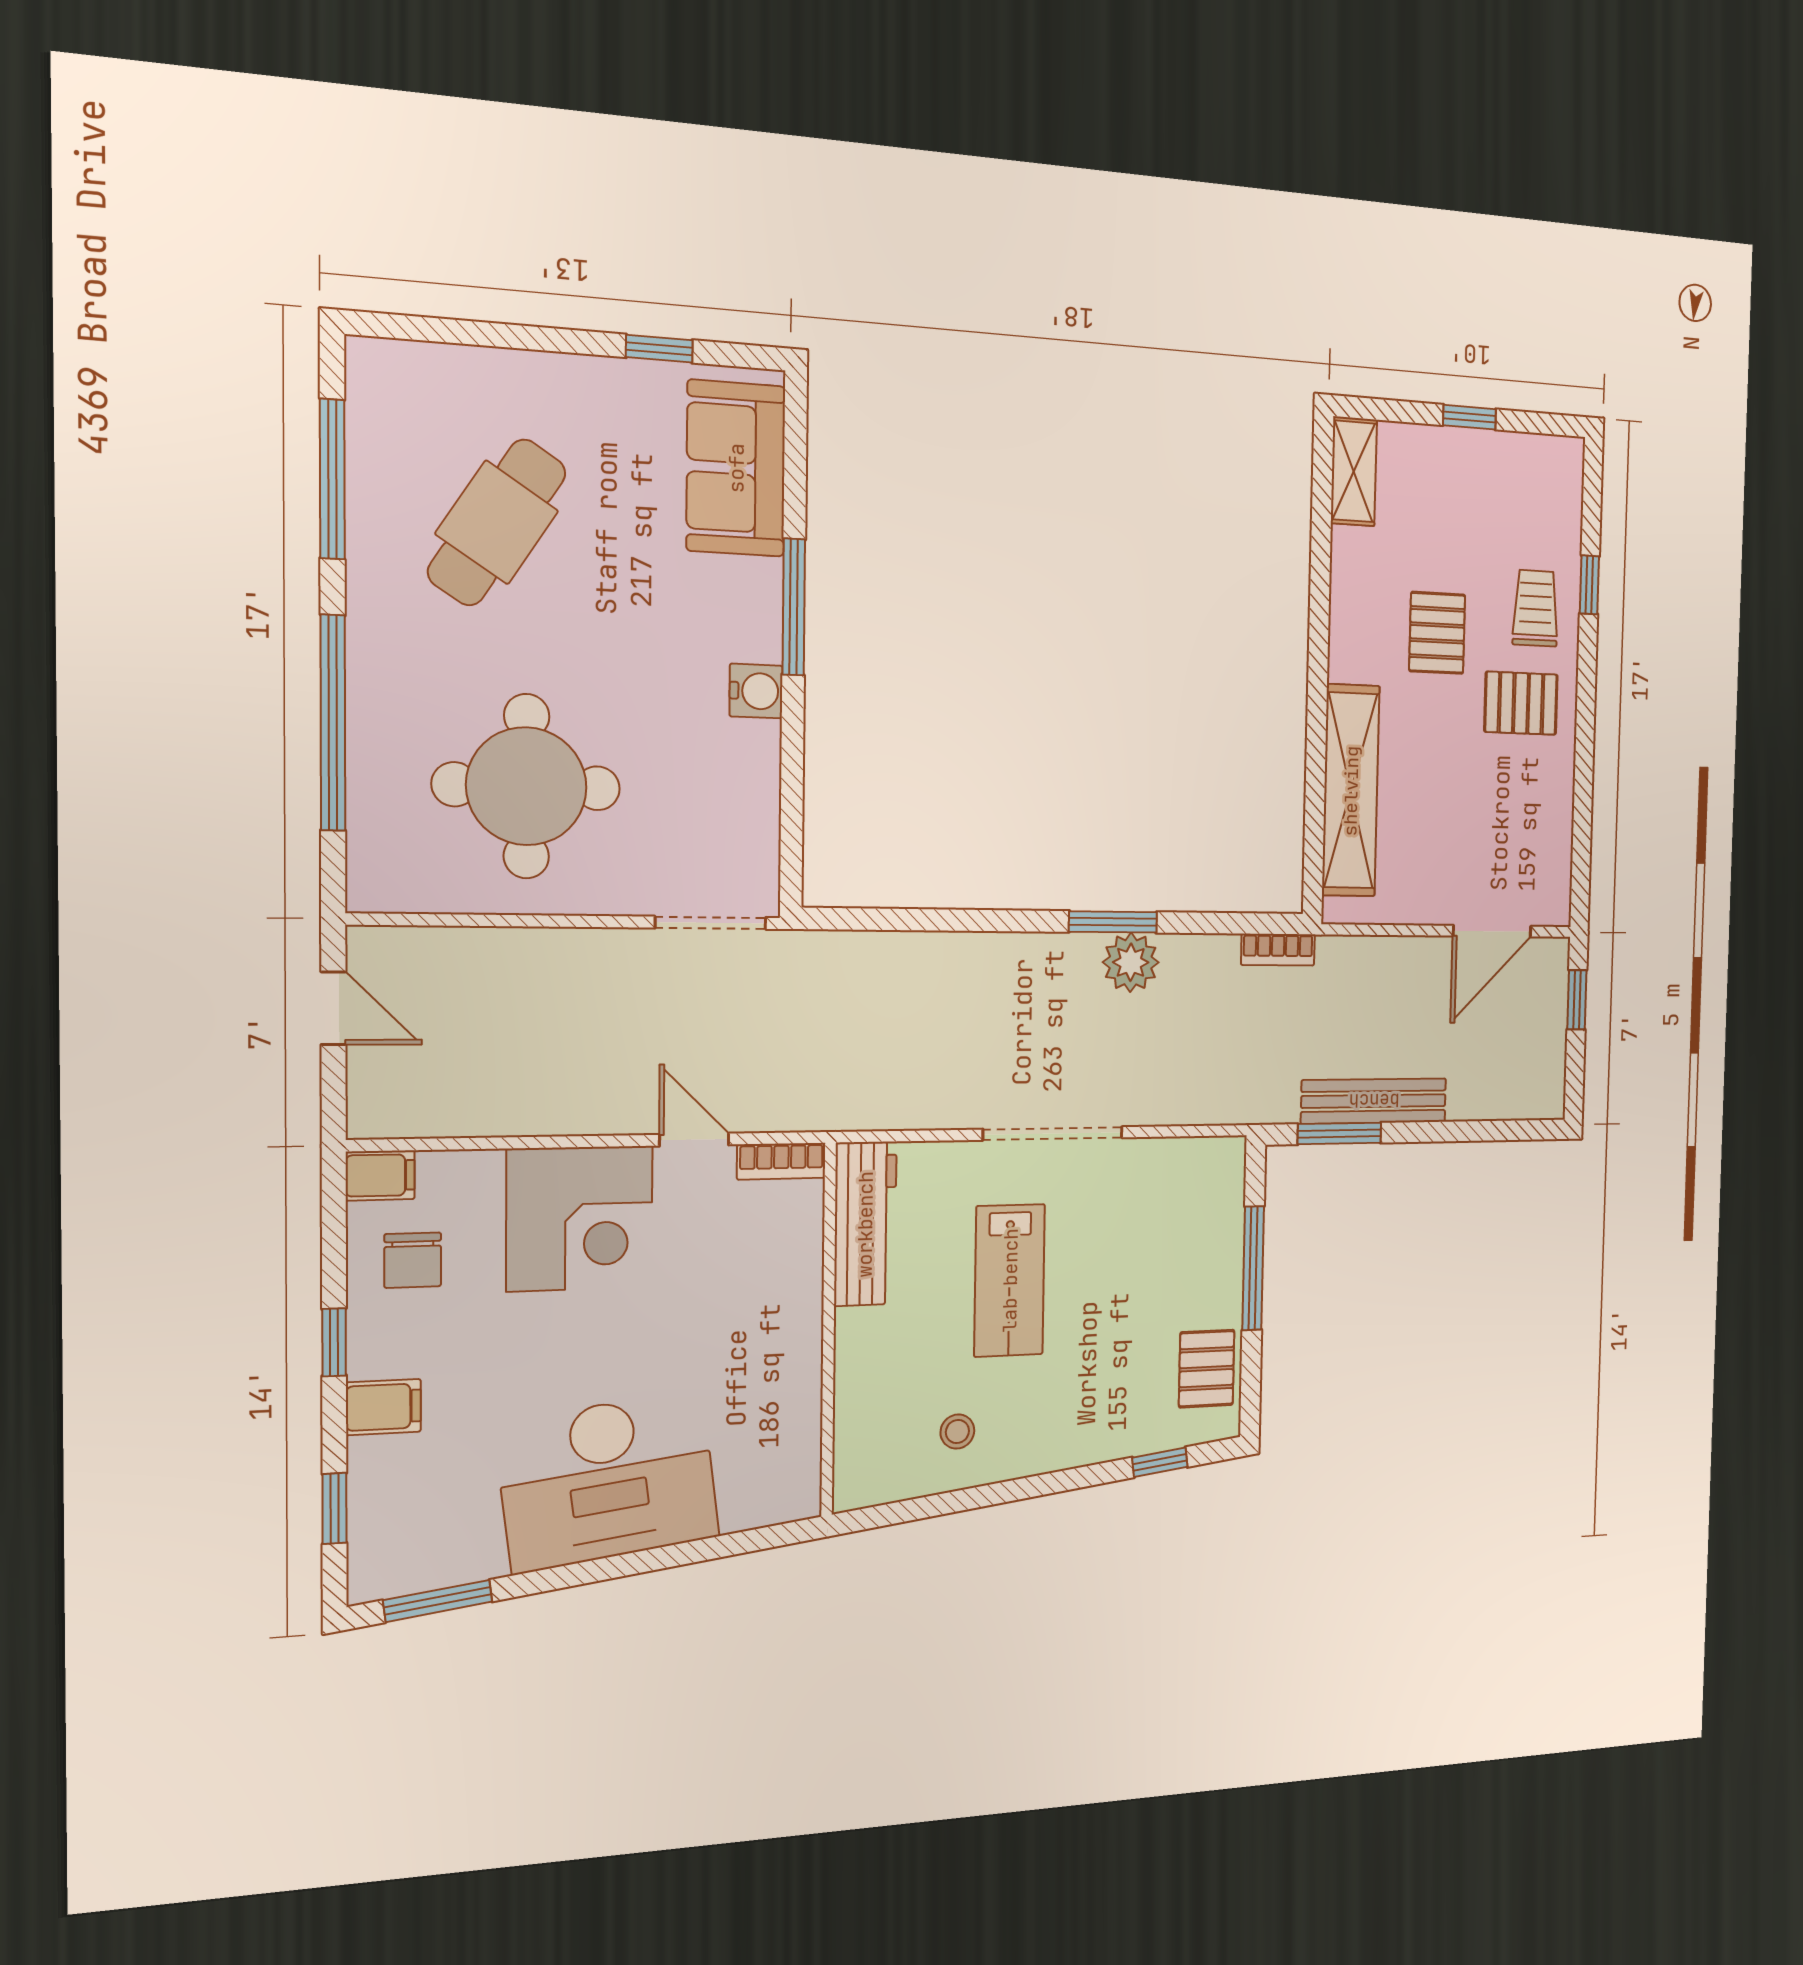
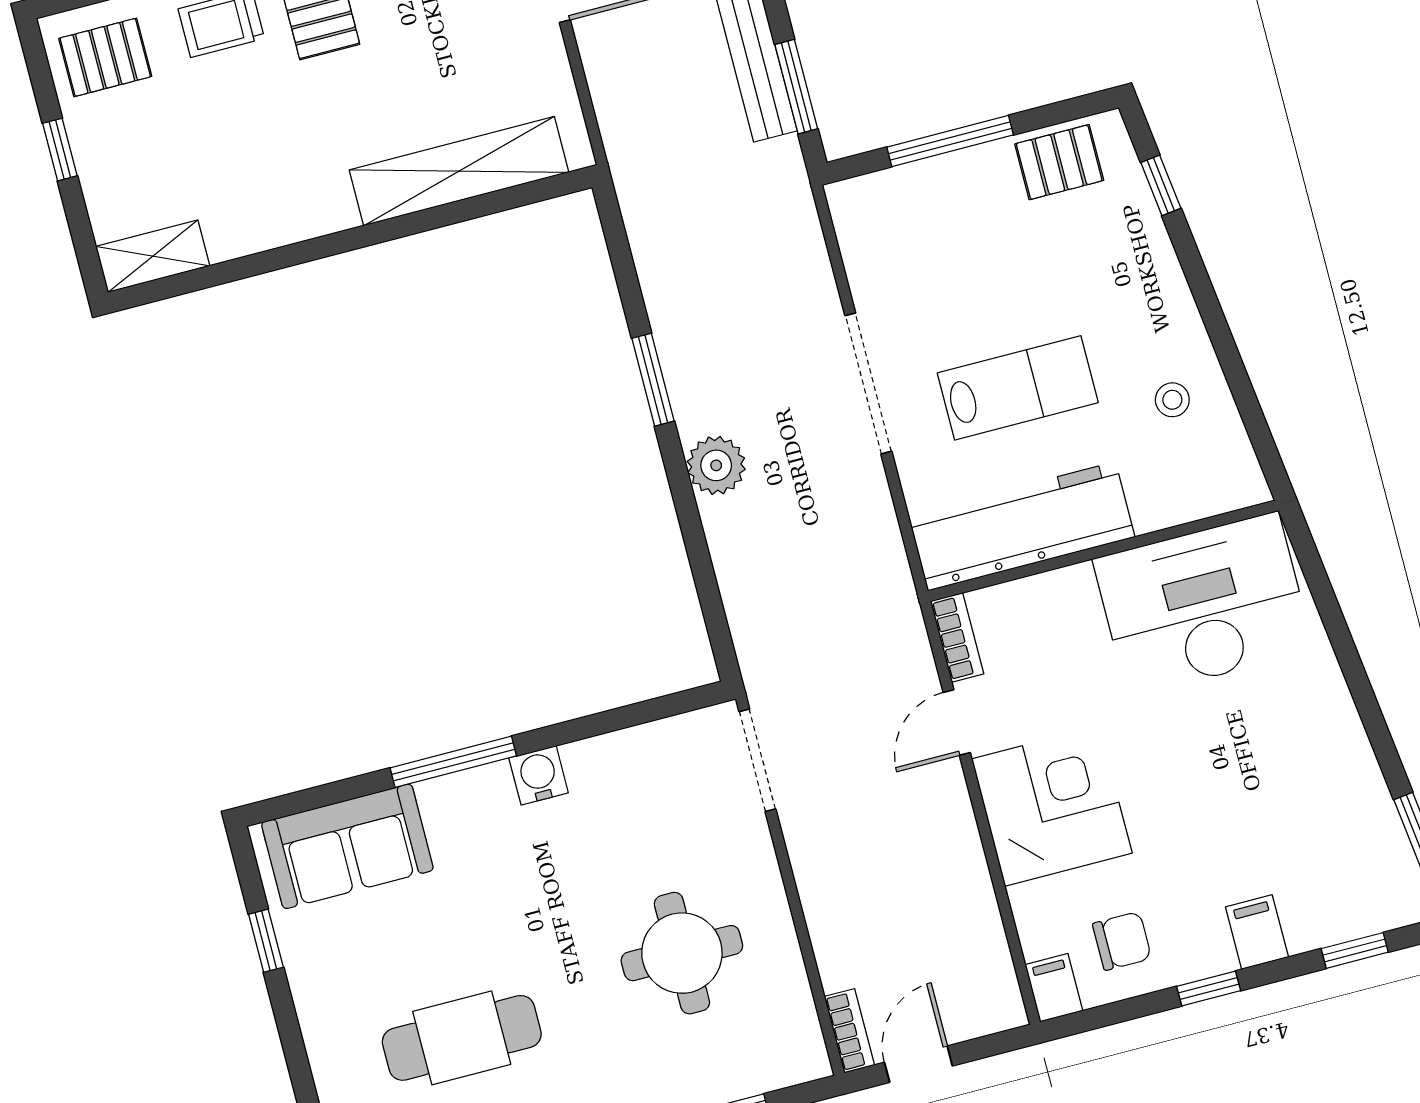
cafe table: (497, 522) -> (462, 1038), turned -33
pallet: (1437, 633) -> (105, 57), moved
round table: (526, 786) -> (682, 953), width x0.73, depth x0.73
bookcase: (1278, 950) -> (849, 1031), moved
plant: (1131, 962) -> (716, 465), moved
workbench: (865, 1224) -> (1022, 526), width x1.36, depth x1.32
desk: (608, 1481) -> (1203, 605), moved, turned -83

